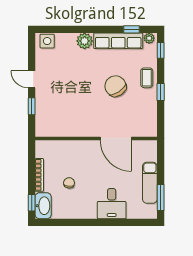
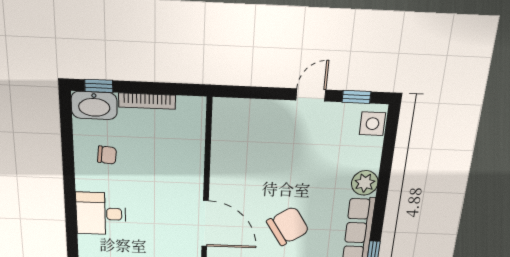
window: (32, 106) -> (356, 97), moved
door: (116, 138) -> (205, 224), swing flipped
chair: (69, 183) -> (107, 155), moved

